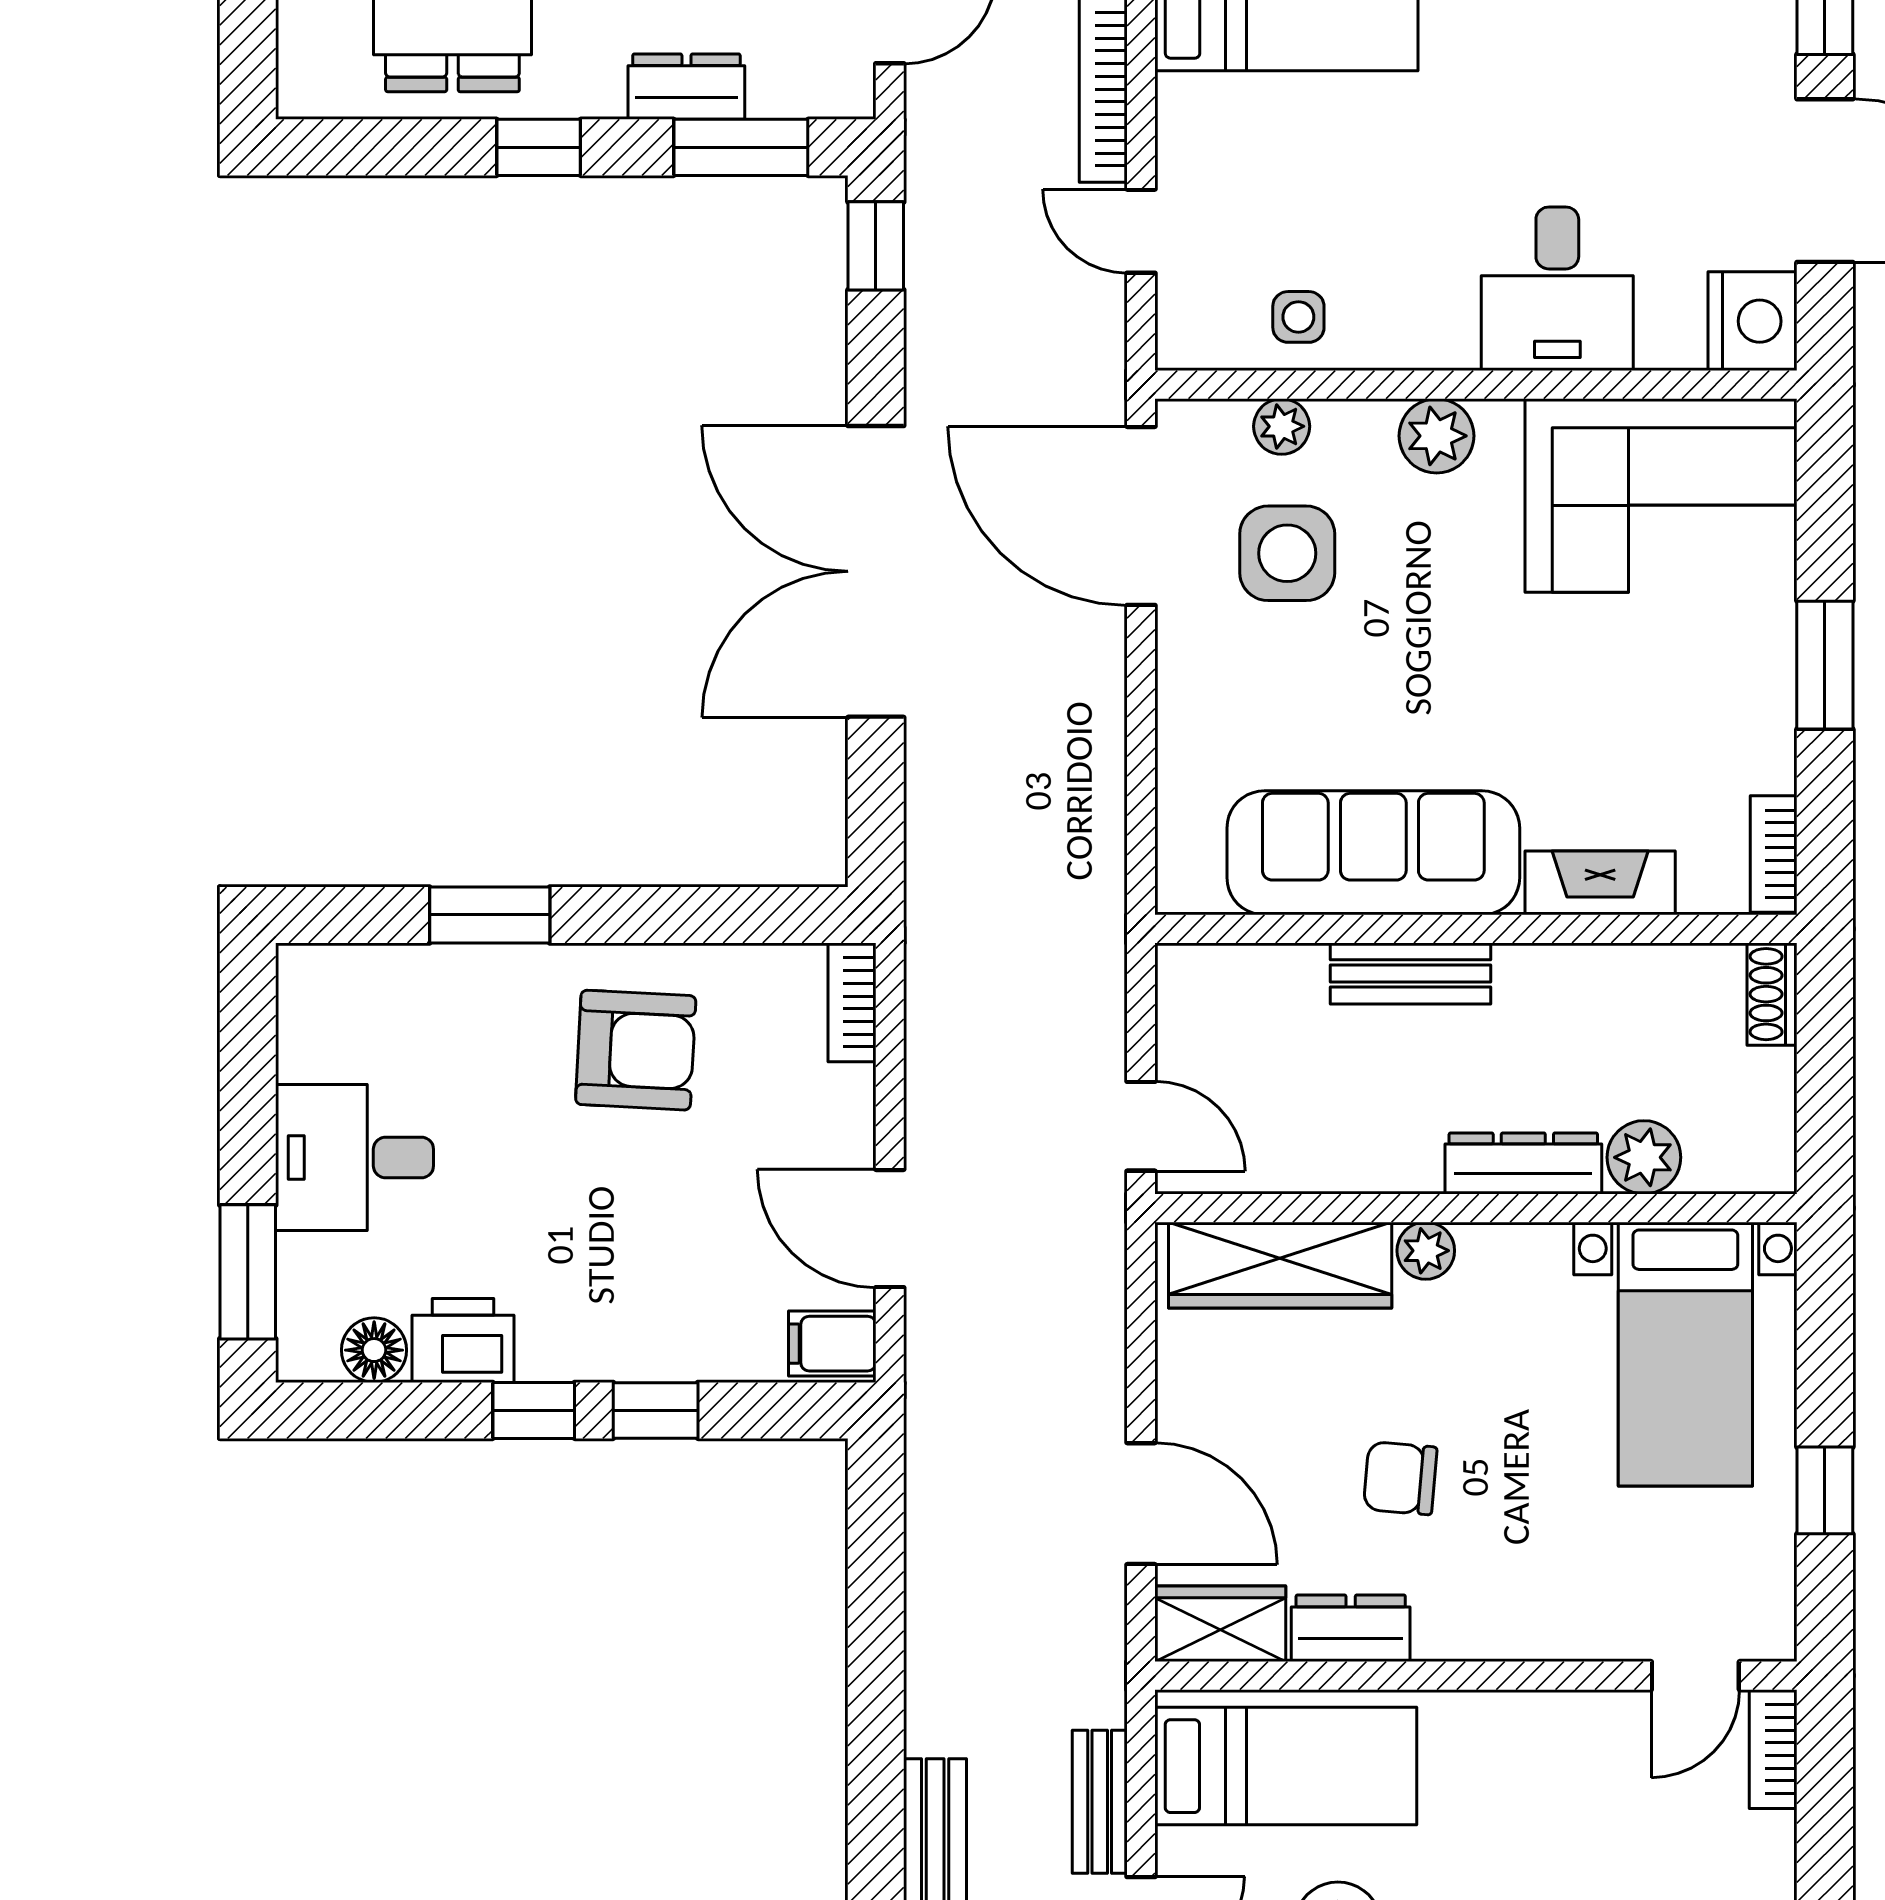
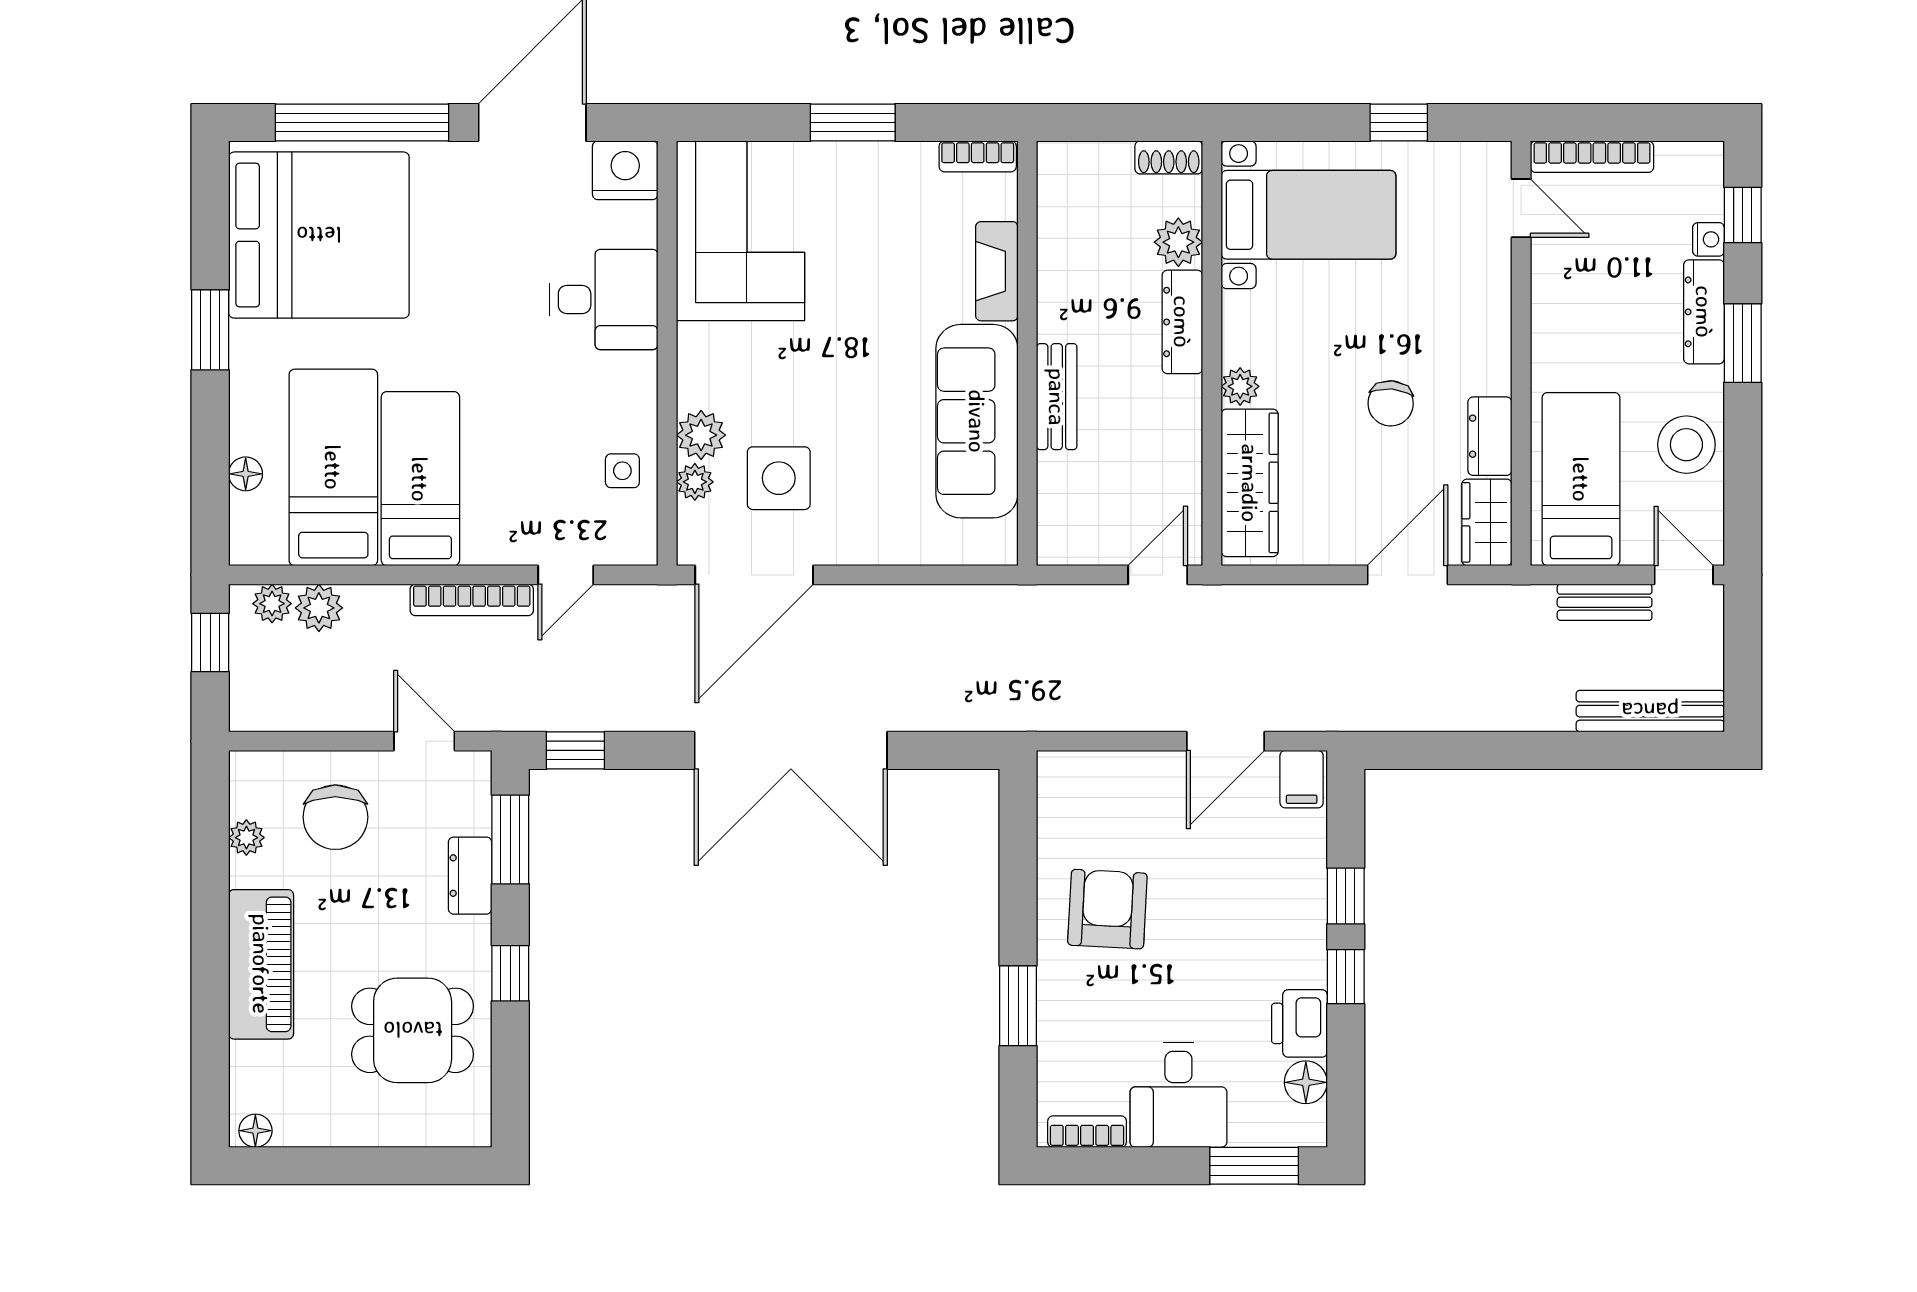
plant: (1437, 436) -> (701, 435), moved
shoe rack: (1772, 994) -> (1169, 157), moved
bookcase: (852, 1002) -> (1087, 1132), moved, turned 180
bookcase: (1773, 1749) -> (1592, 157), width x1.56

